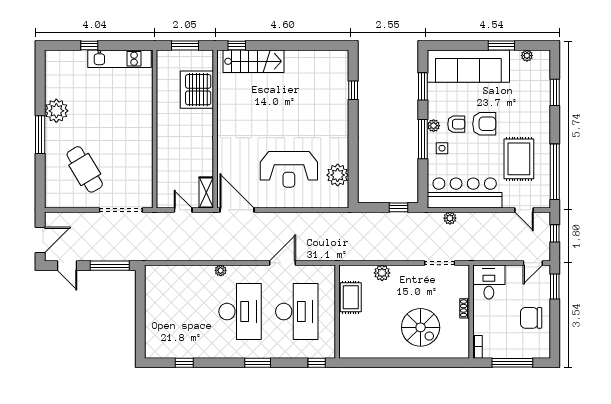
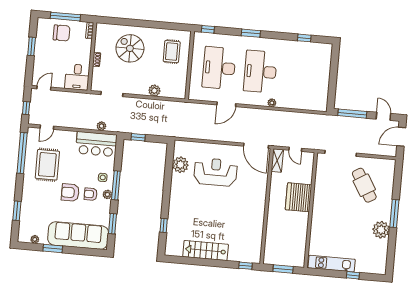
stairs: (254, 61) -> (206, 250), moved
server rack: (197, 90) -> (298, 197), moved, turned 180
bar counter: (465, 193) -> (96, 144), width x0.73
door: (524, 210) -> (47, 127), swing flipped
window: (555, 286) -> (32, 46), moved
rug: (351, 297) -> (172, 52), moved
chair: (531, 318) -> (62, 33), moved

